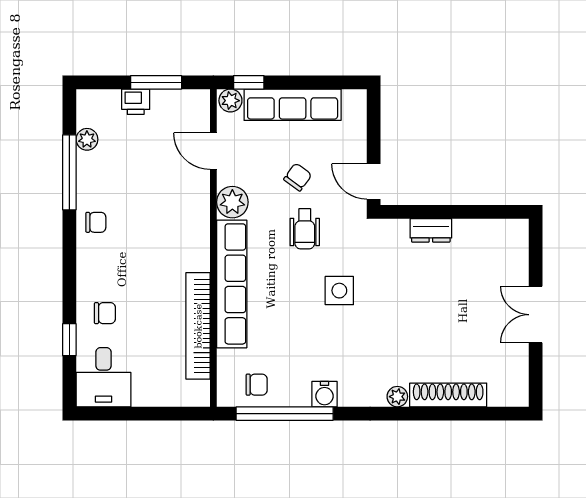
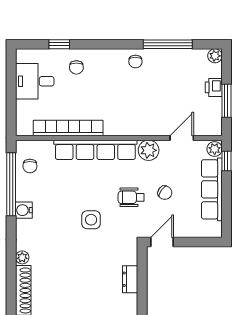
plant: (87, 139) -> (215, 56), moved
desk: (103, 377) -> (35, 81), moved

